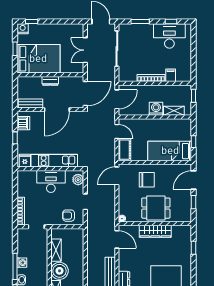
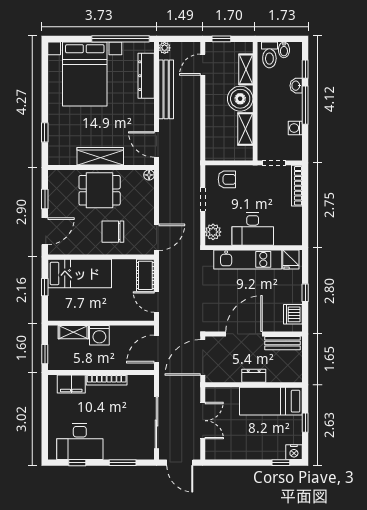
bed: (38, 59) -> (271, 401), width x0.67
filing cabinet: (171, 75) -> (71, 384), width x2.00
washing machine: (22, 263) -> (295, 128), moved

